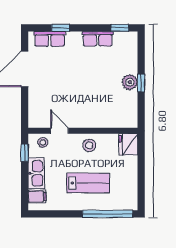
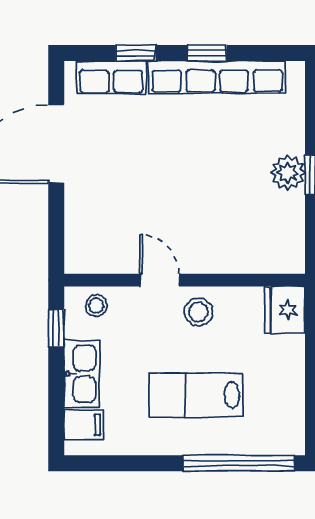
window: (120, 28) -> (207, 53), moved
row of seats: (98, 39) -> (217, 77), width x2.02
door: (60, 131) -> (159, 280), moved
lab bench: (88, 183) -> (196, 395), turned 180

